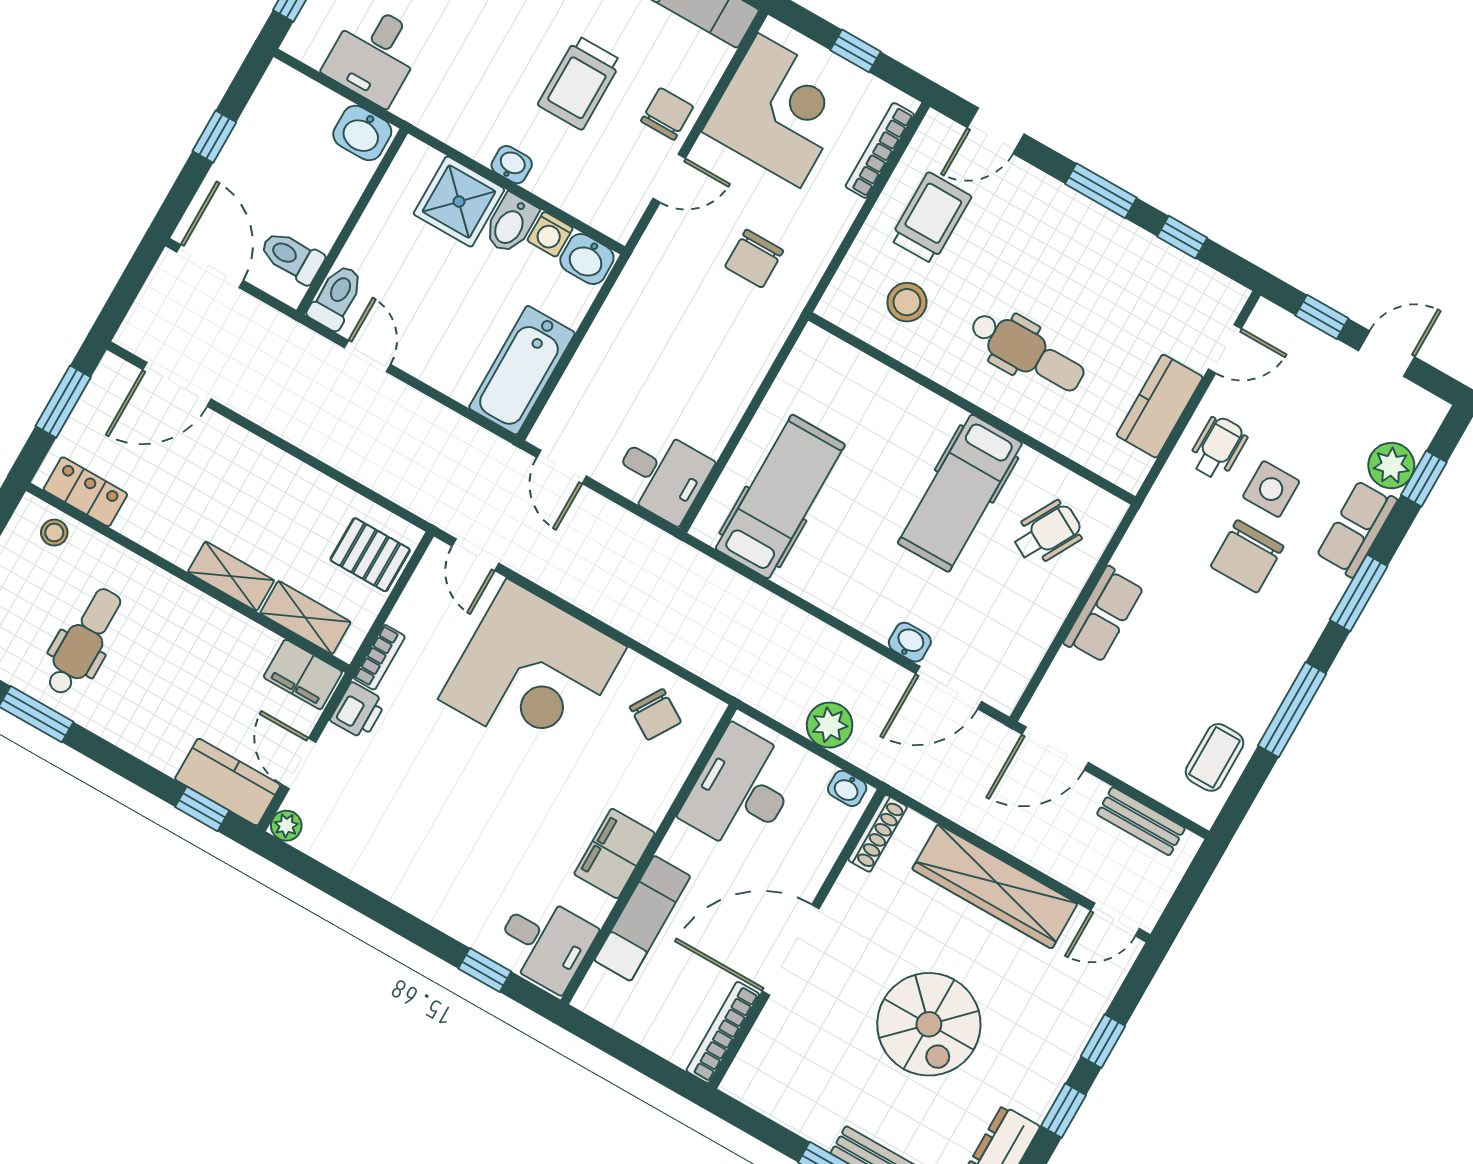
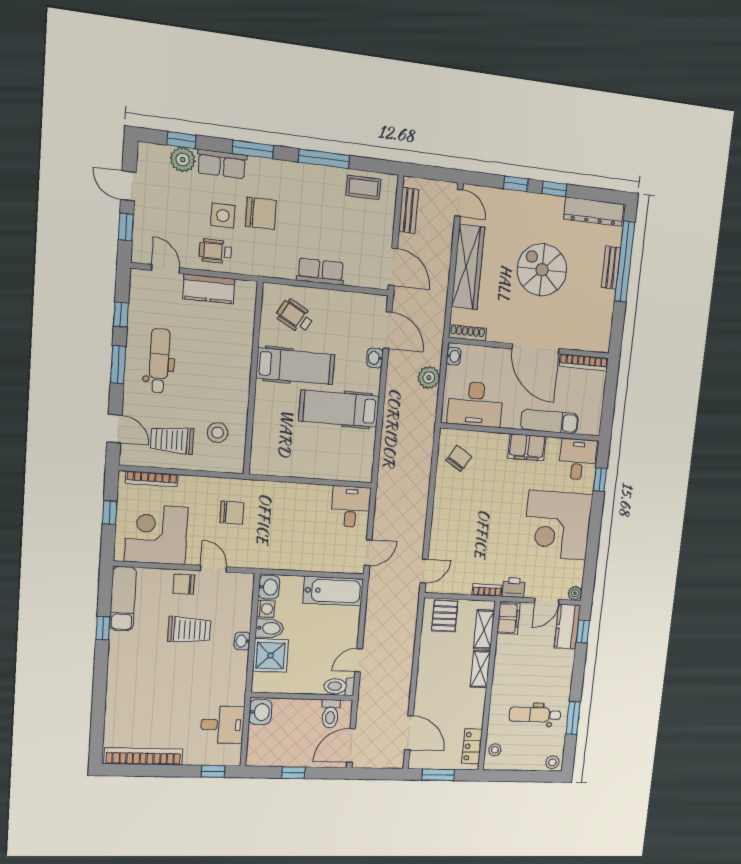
dental chair: (1027, 352) -> (159, 361), moved
hospital bed: (780, 497) -> (339, 409), moved
corner desk: (532, 673) -> (558, 525), moved, turned 180
spiral stairs: (929, 1024) -> (542, 270), turned -90

